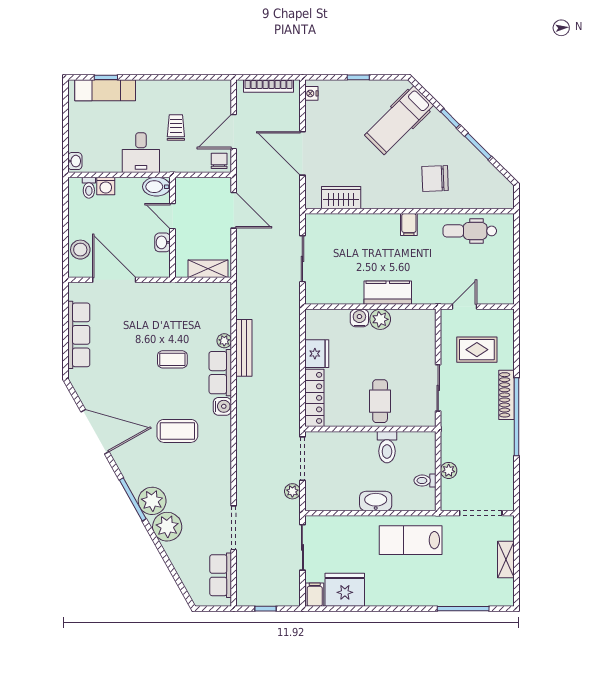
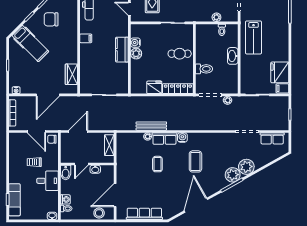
chair: (435, 179) -> (51, 19), moved, turned 92
water cooler: (359, 318) -> (135, 43), moved
toilet: (387, 447) -> (204, 69), moved

